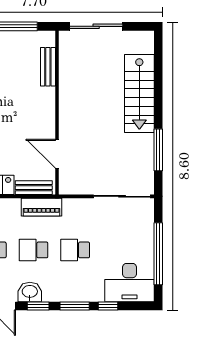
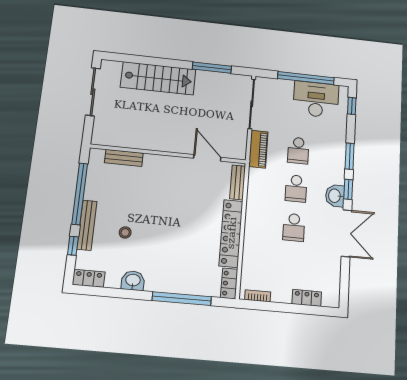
sliding door: (96, 26) -> (93, 92), moved
door: (57, 154) -> (207, 158), swing flipped
piano: (41, 207) -> (258, 149), moved
desk: (130, 283) -> (316, 99), moved, turned -90
window: (108, 306) -> (352, 106), moved

